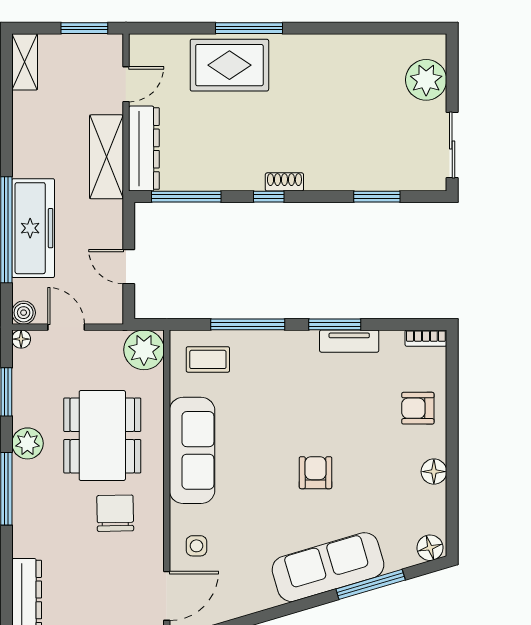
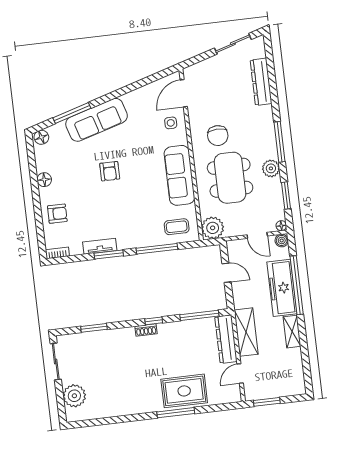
shelving: (25, 62) -> (292, 332), moved

